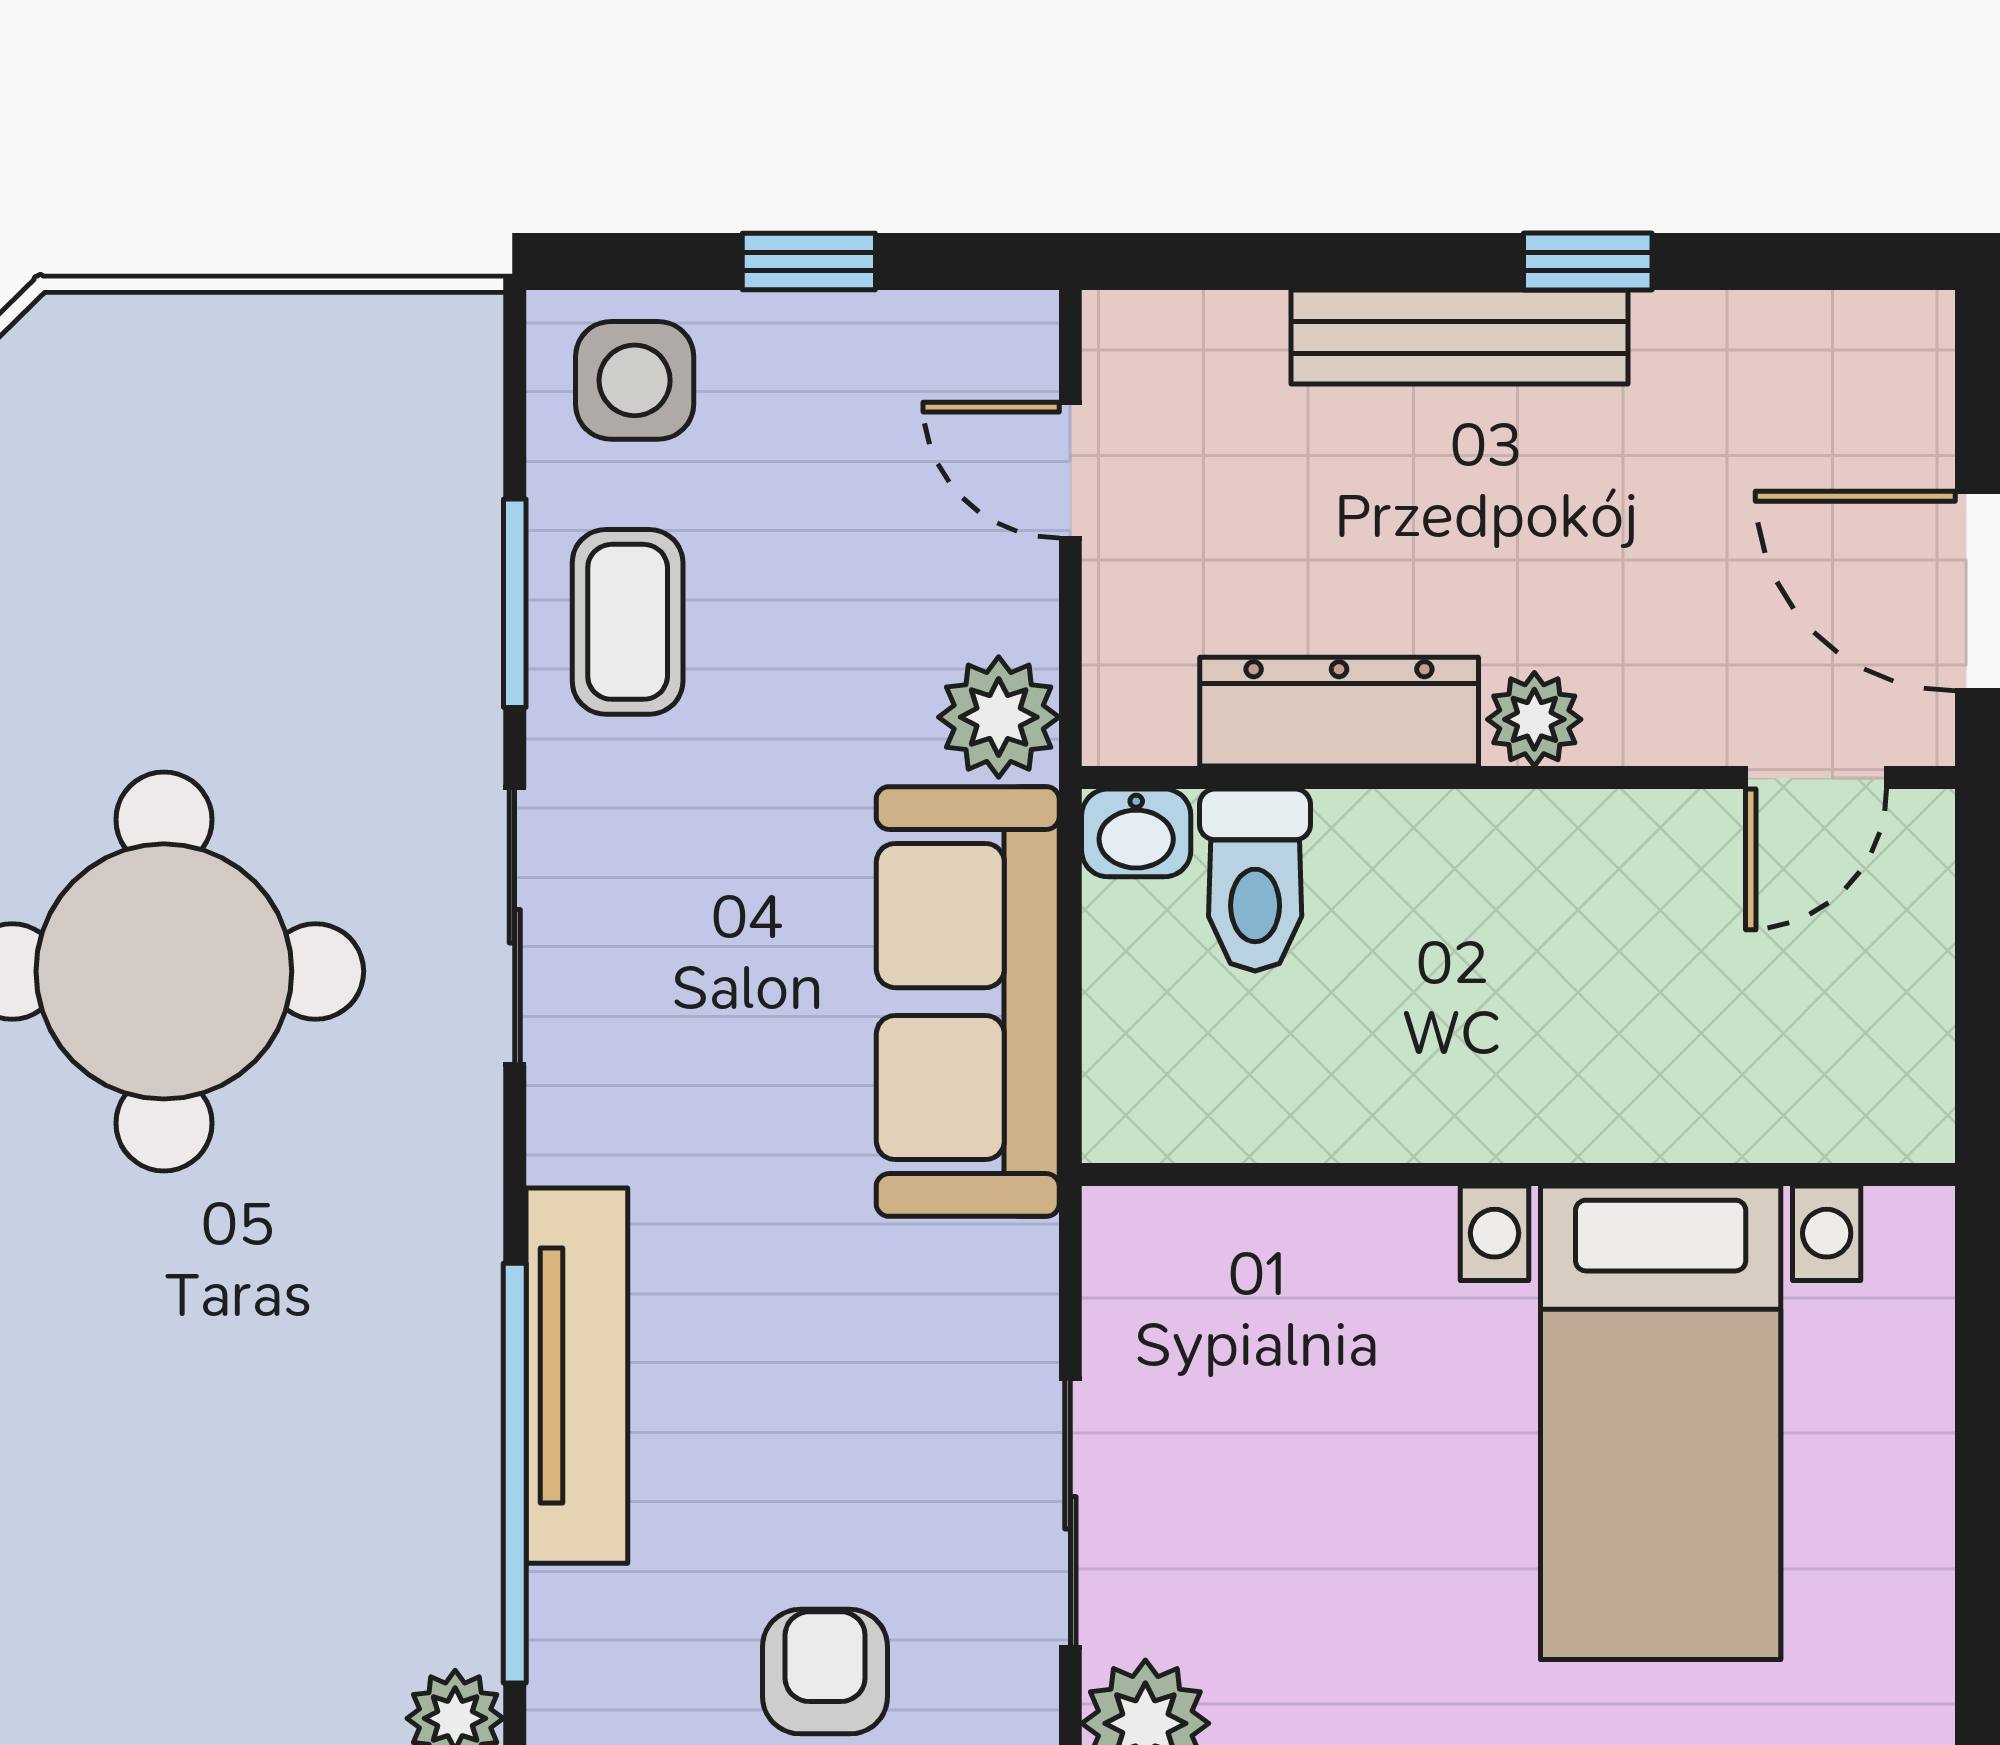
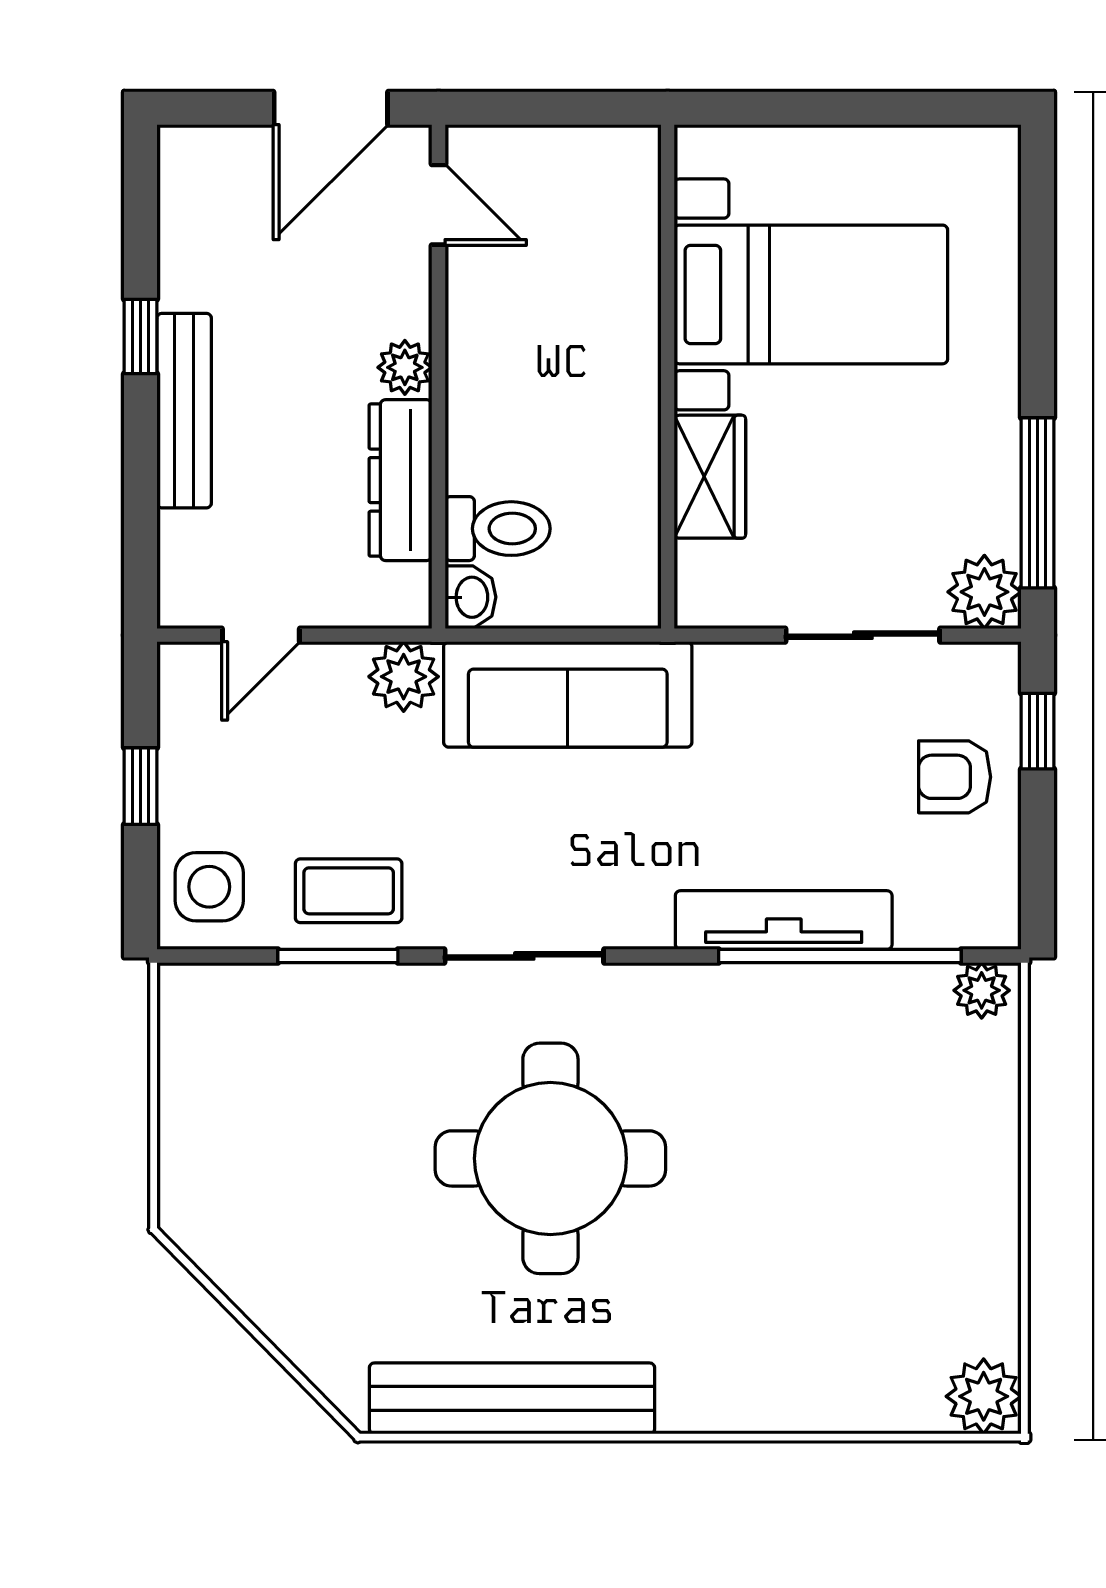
wardrobe: (1345, 1248) -> (710, 477), added

